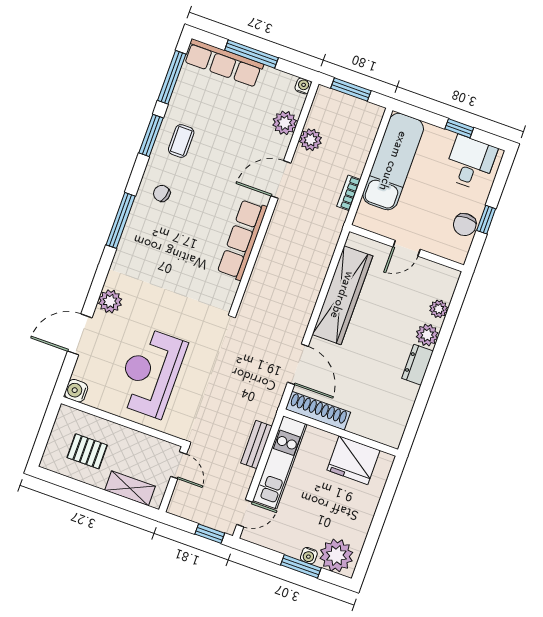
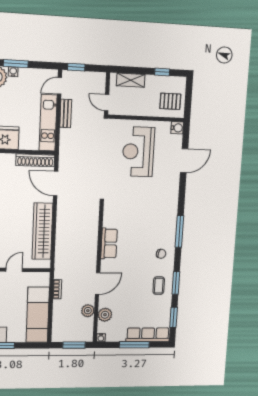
window: (172, 77) -> (174, 317), width x0.69
row of seats: (242, 240) -> (109, 243), width x0.68
plant: (110, 301) -> (173, 185), removed
reception desk: (151, 373) -> (138, 152), turned 180
bench: (256, 445) -> (66, 113), moved
pallet: (87, 451) -> (170, 101), moved
window: (76, 486) -> (162, 72), added

